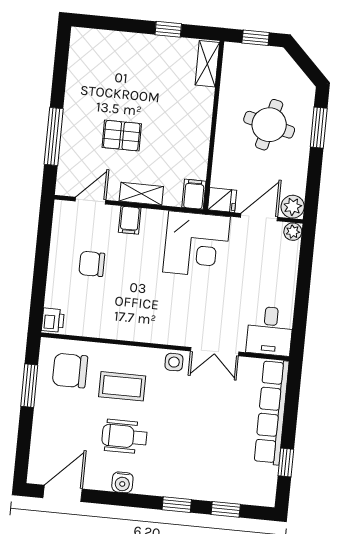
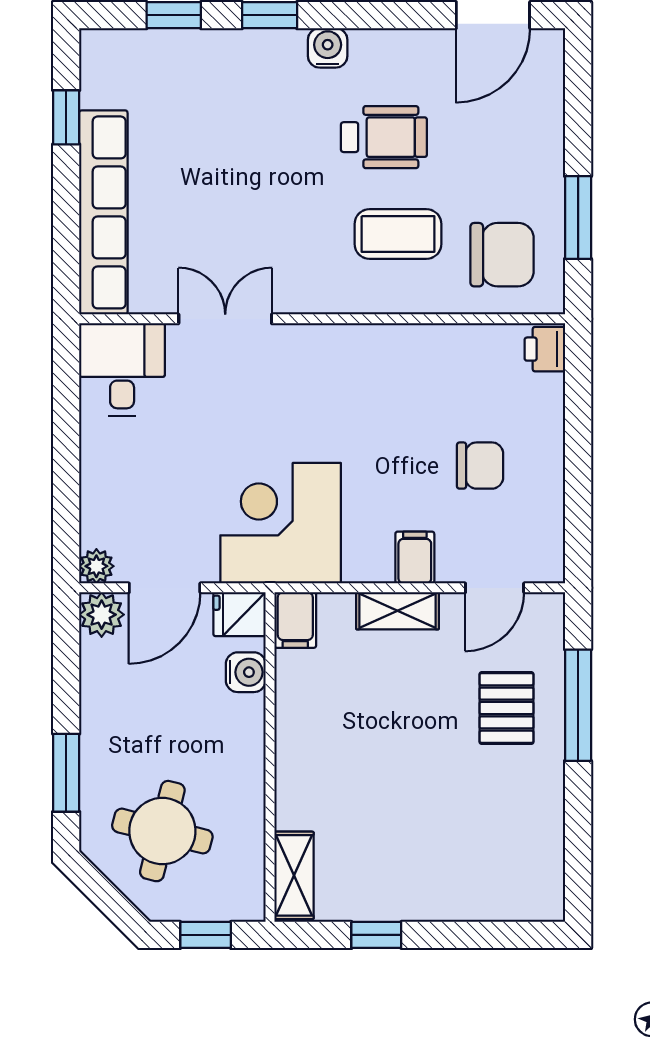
round table: (269, 125) -> (162, 831), moved
pallet: (122, 136) -> (507, 708), moved, turned 90
water cooler: (222, 170) -> (246, 672), added
side table: (174, 362) -> (302, 291), removed
water cooler: (122, 482) -> (328, 48), moved

